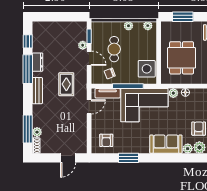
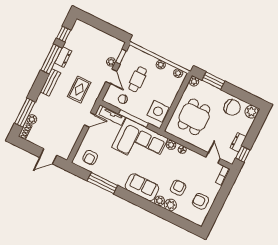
plant: (166, 26) -> (194, 81), added
window: (129, 158) -> (102, 183), width x1.44

